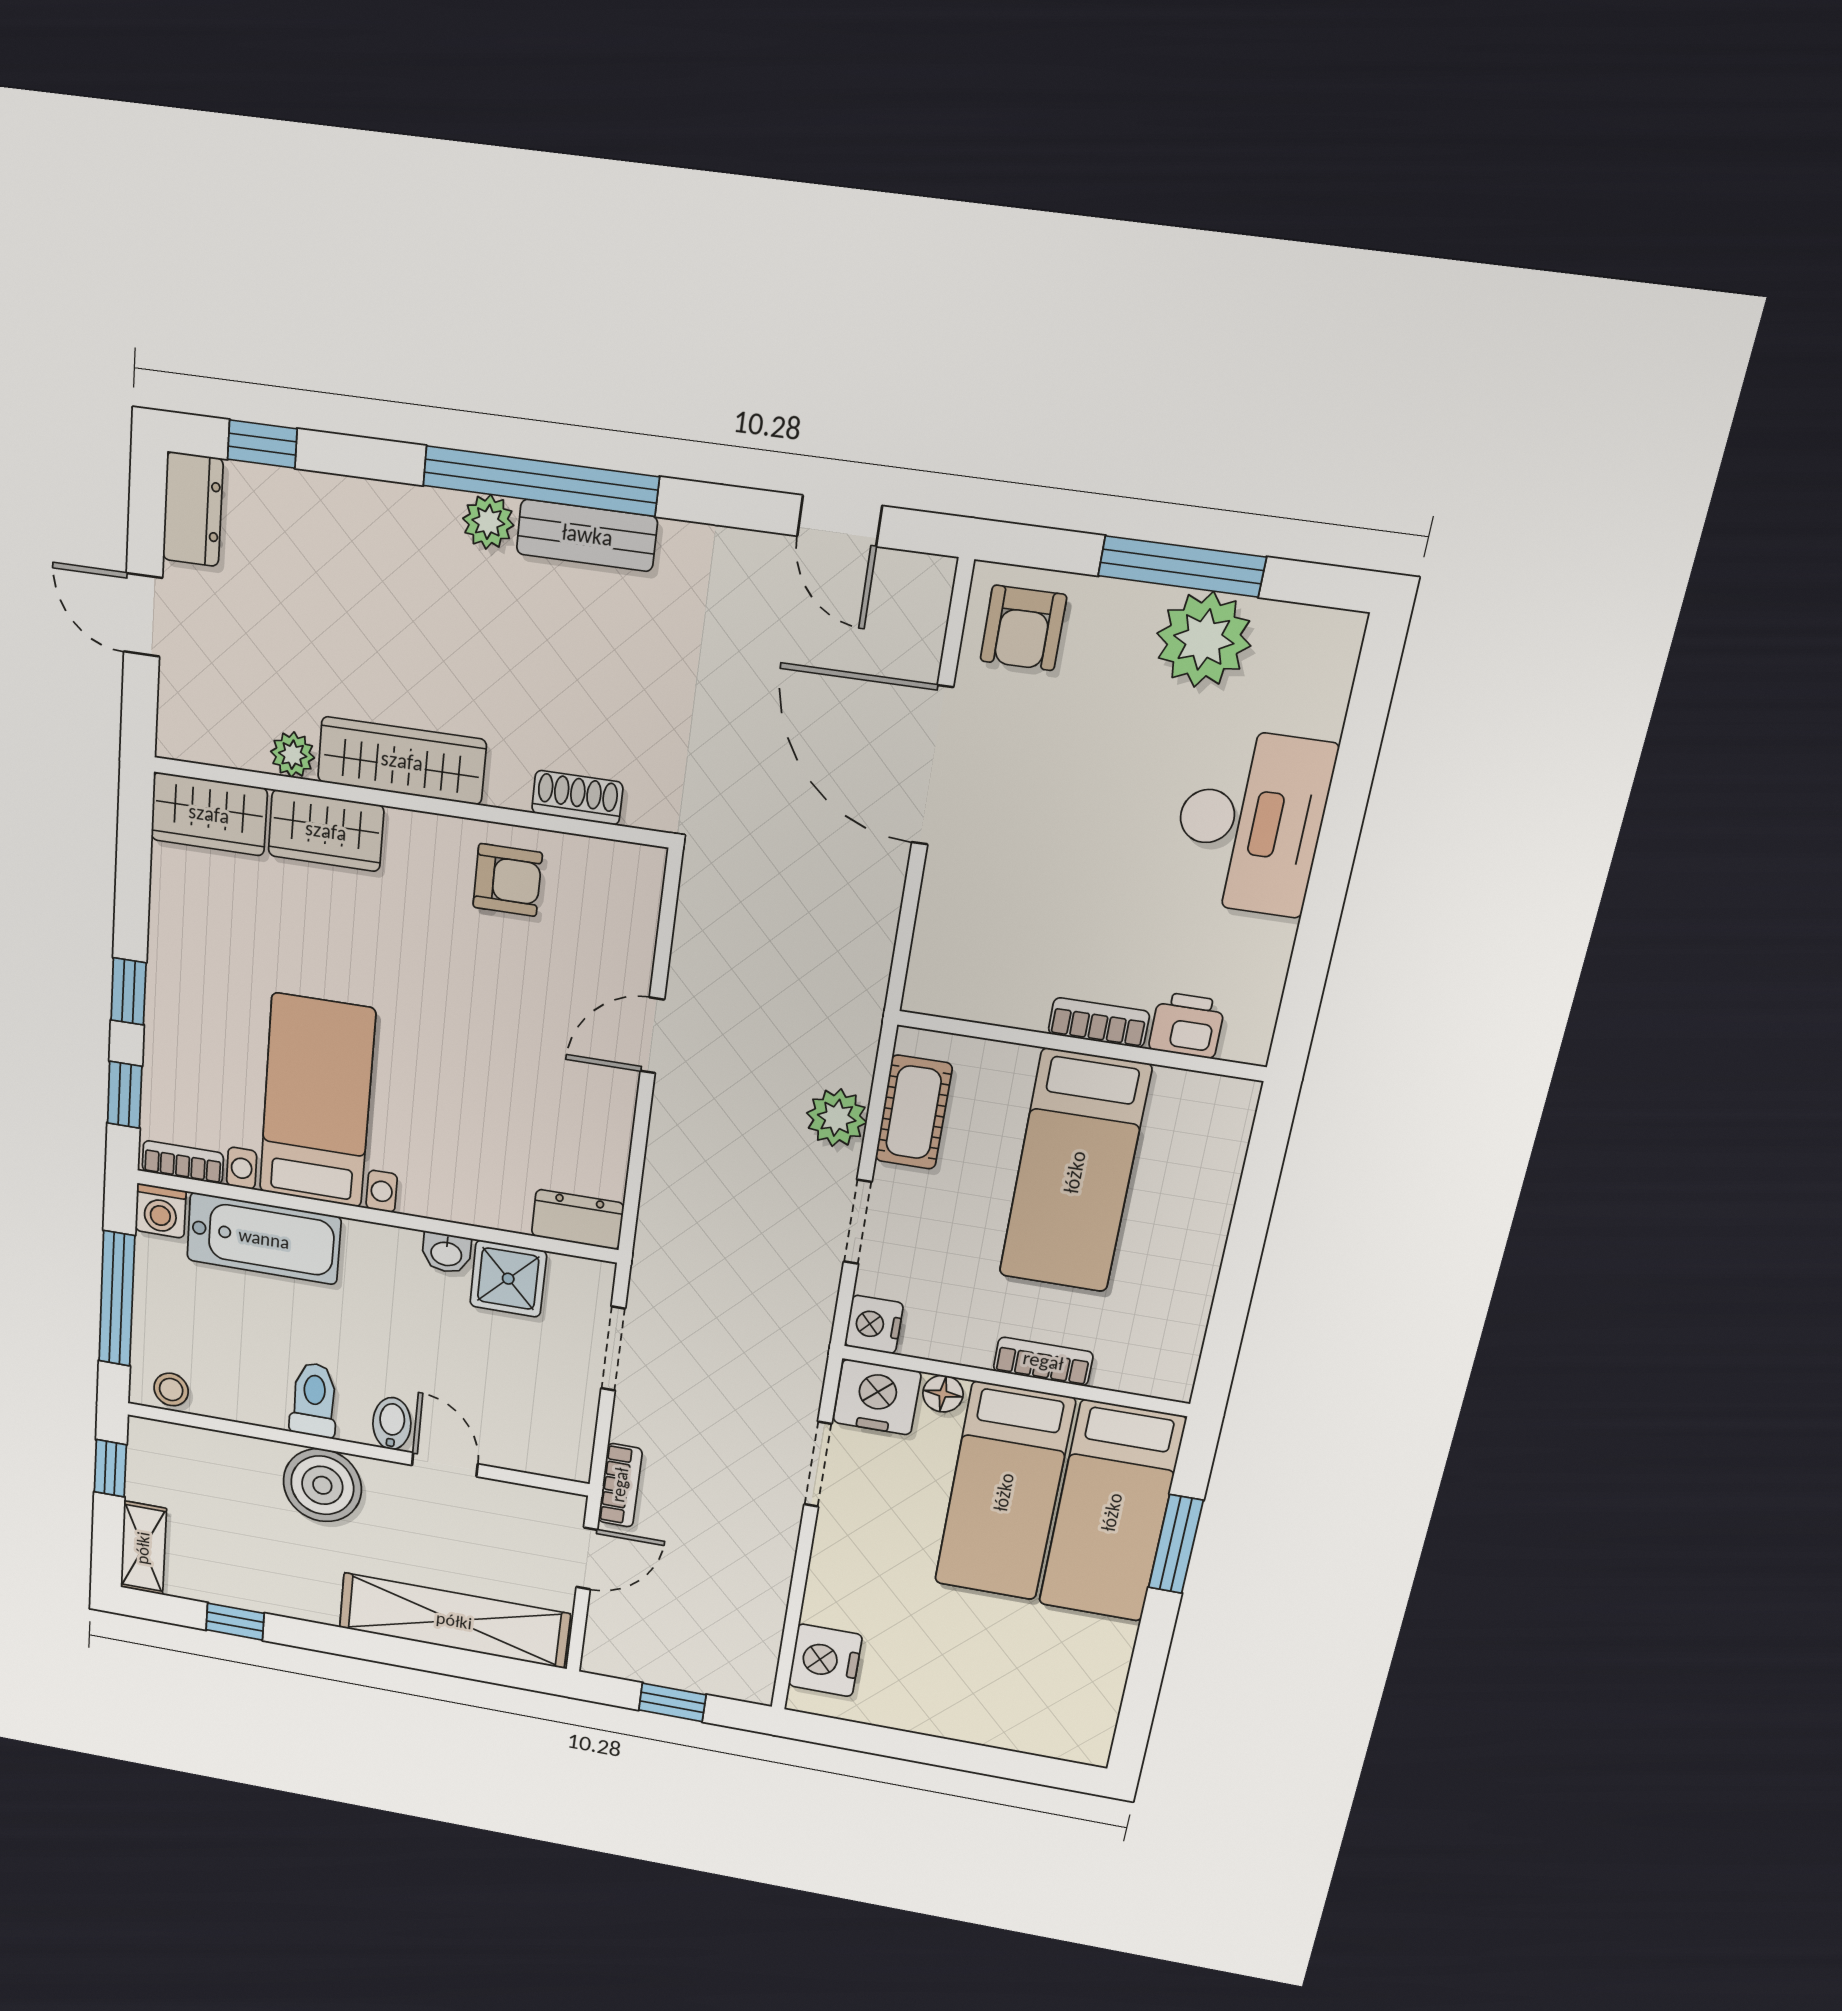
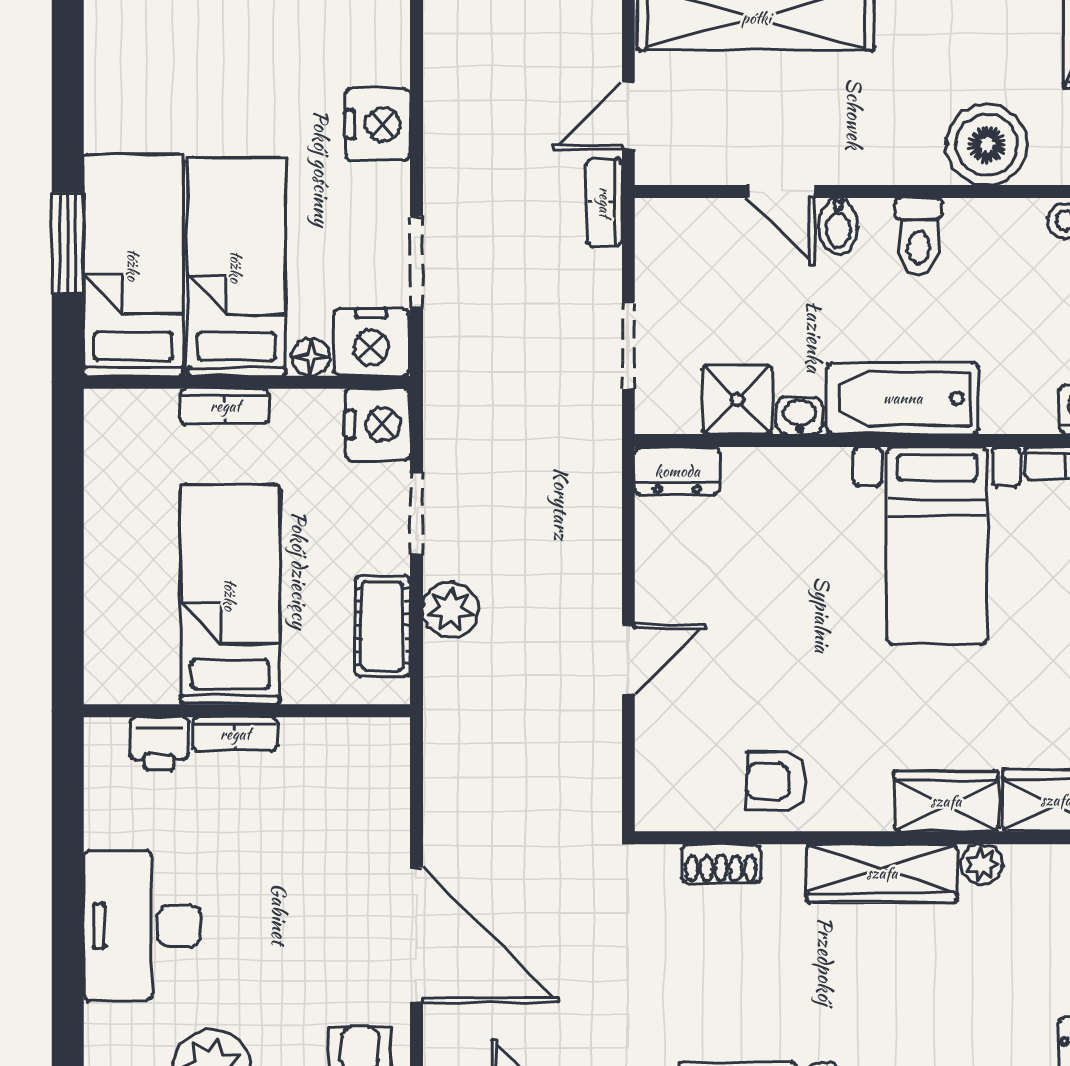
bathtub: (264, 1239) -> (903, 398), moved
nightstand: (874, 1324) -> (378, 424), width x1.36, depth x1.33
boiler: (322, 1485) -> (987, 145), moved
nightstand: (825, 1660) -> (378, 124), moved

